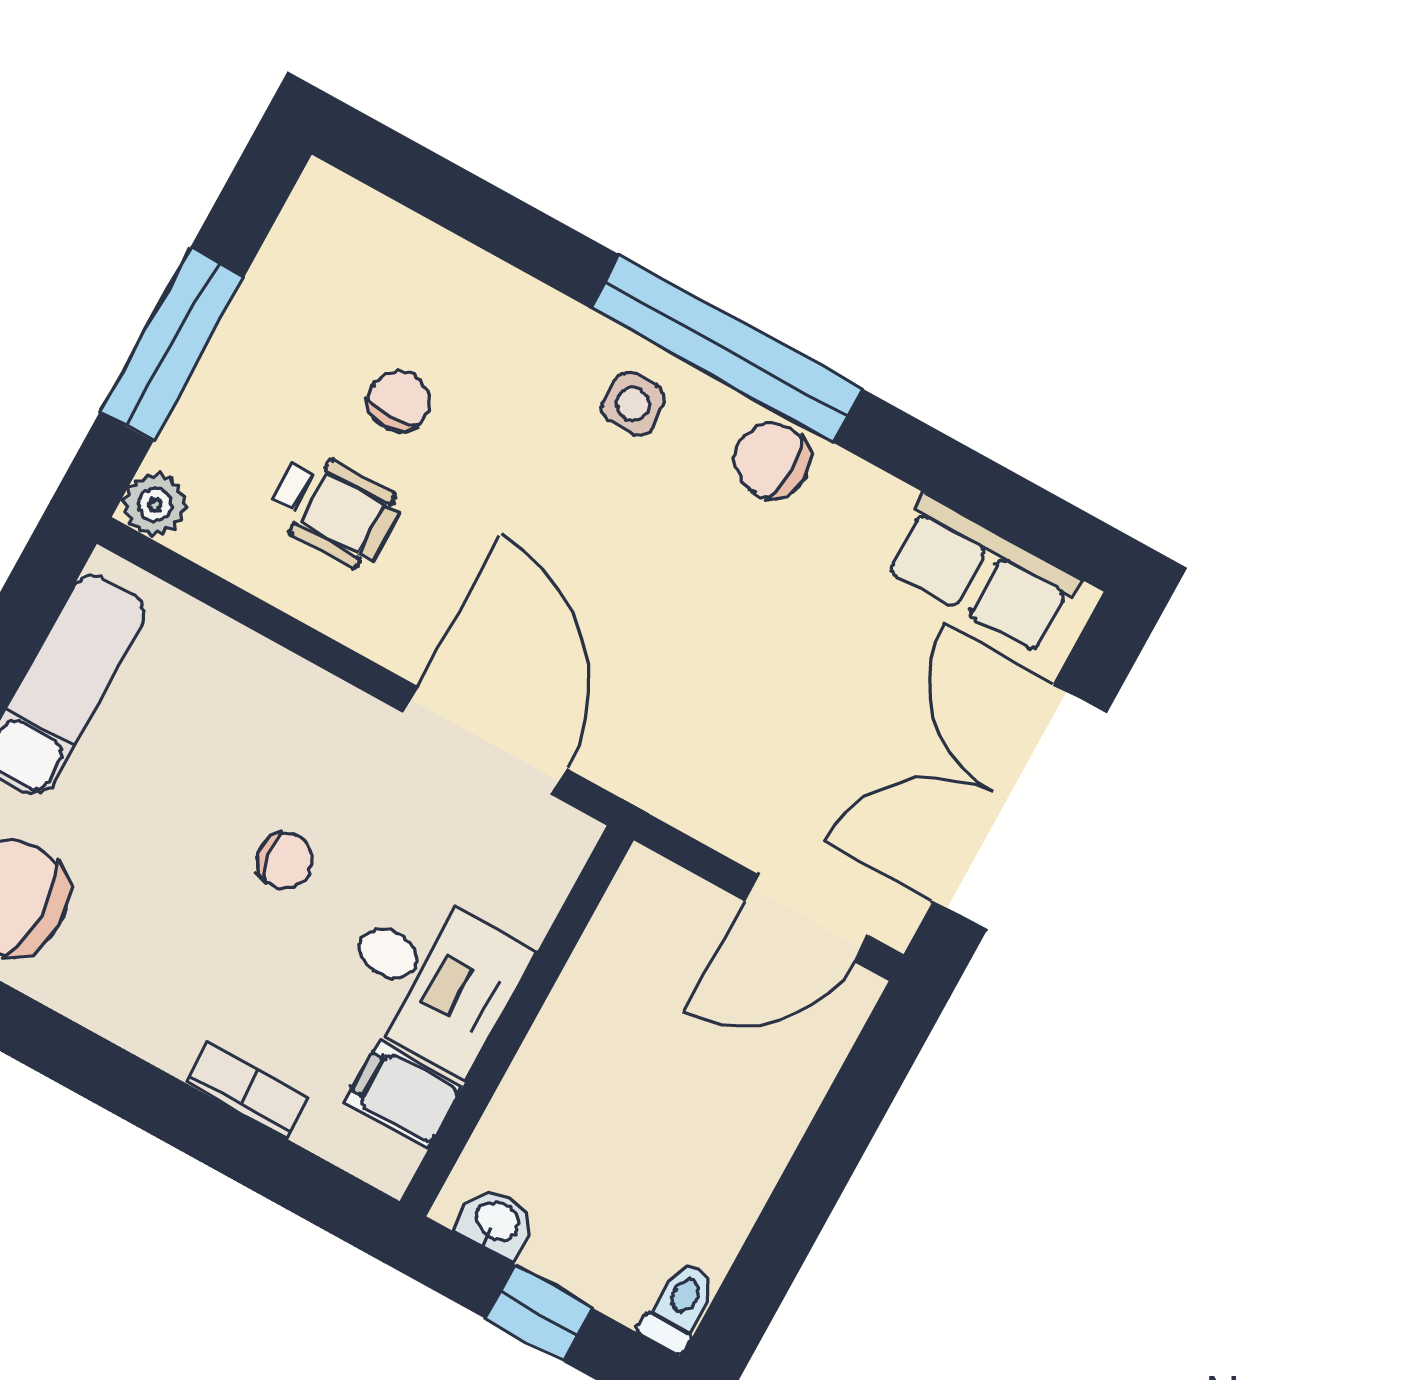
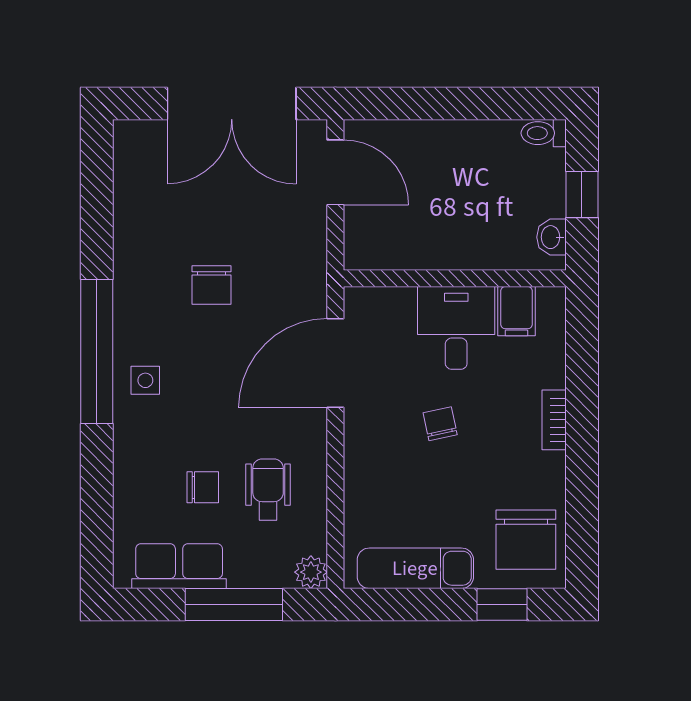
chair: (399, 401) -> (203, 487), turned 180
chair: (772, 460) -> (212, 285), moved
row of seats: (982, 574) -> (179, 566), moved, turned -90
bookcase: (247, 1091) -> (554, 420), moved

